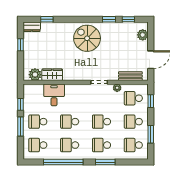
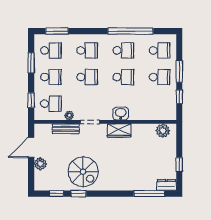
window: (47, 19) -> (149, 194), width x2.17
plant: (143, 35) -> (40, 164), moved
spiral stairs: (87, 38) -> (83, 172), moved
wardrobe: (52, 75) -> (119, 130), moved
bench: (130, 76) -> (66, 129), moved
washbasin: (72, 90) -> (121, 113), added
desk: (54, 95) -> (141, 107), removed
window: (105, 162) -> (57, 31), moved

